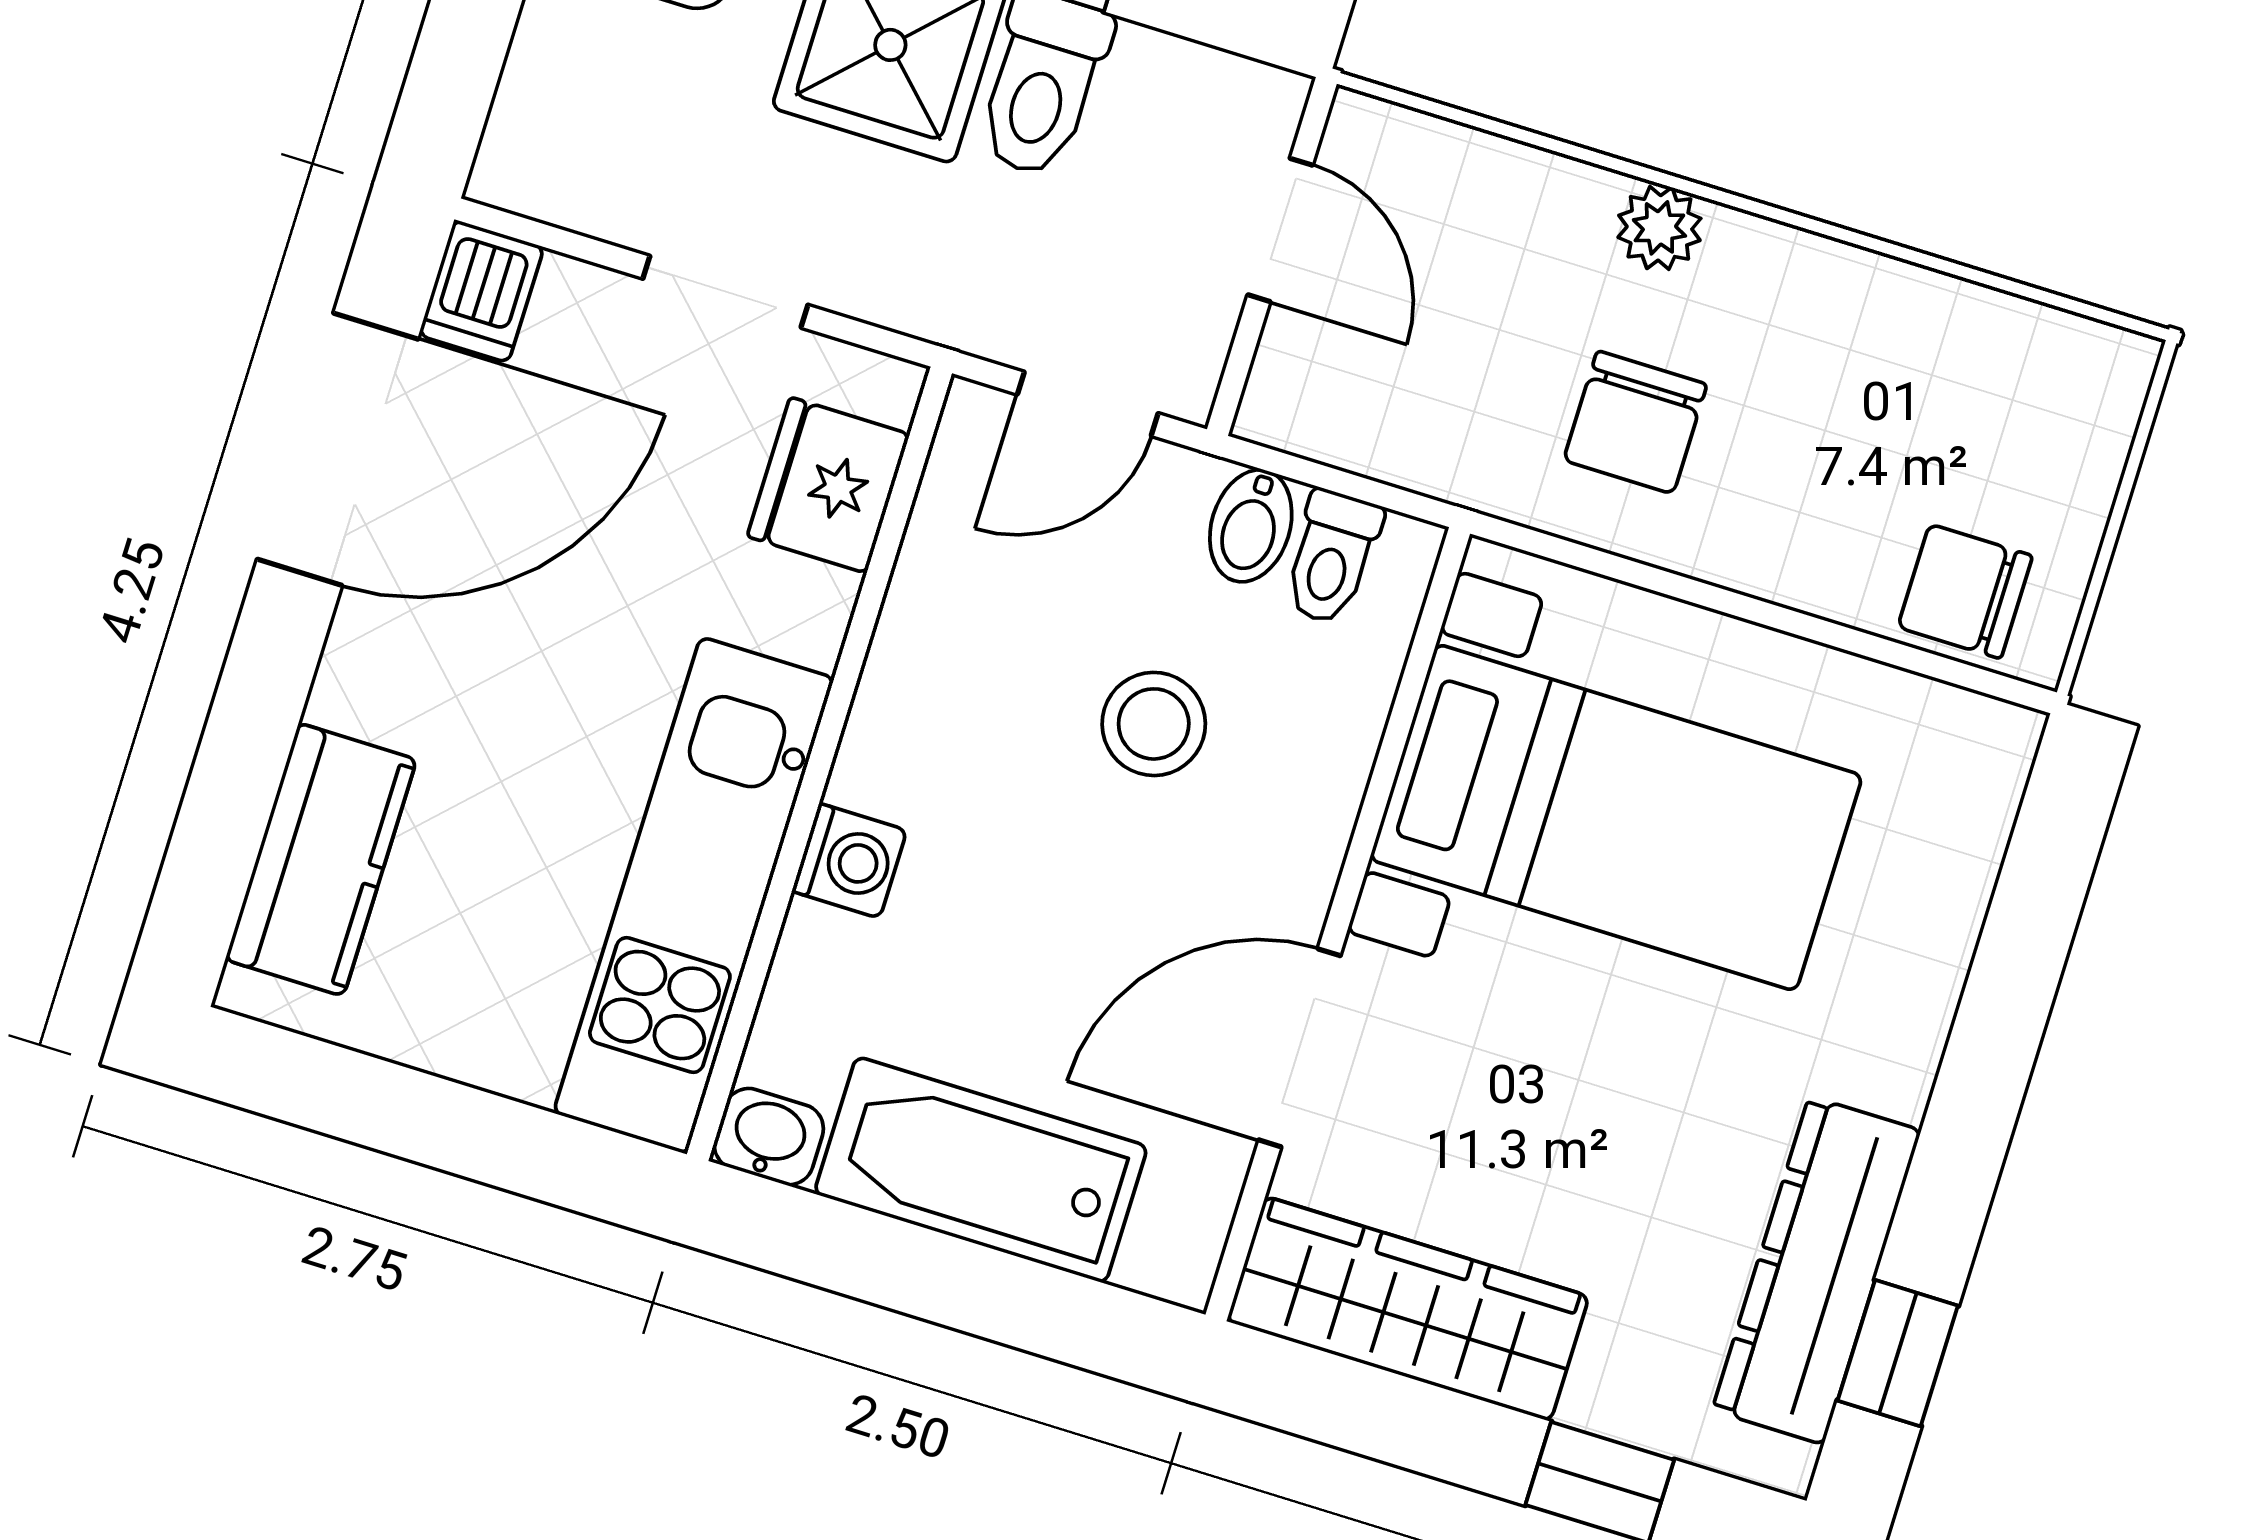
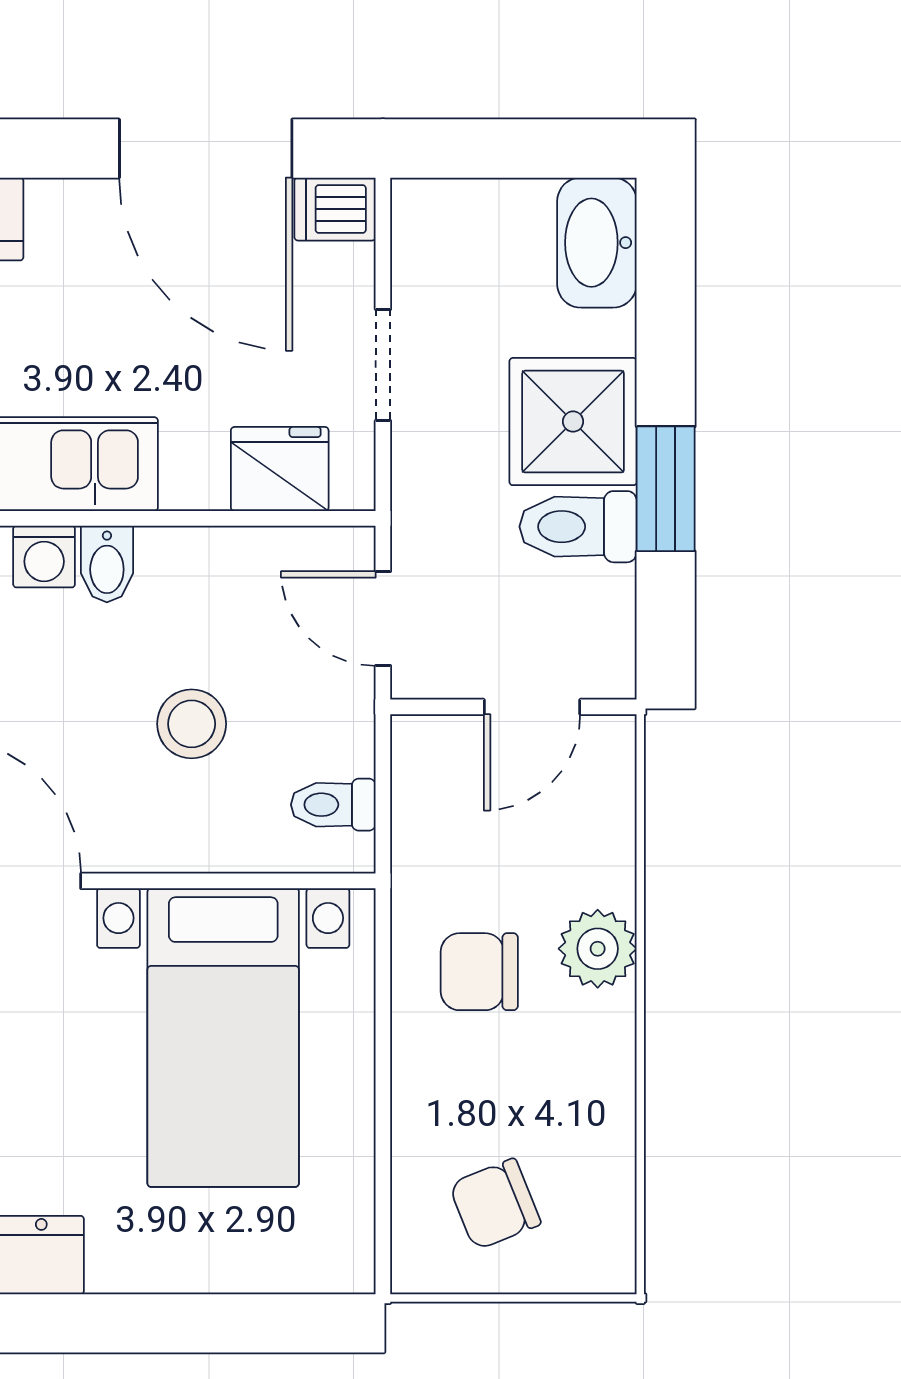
plant: (1659, 228) -> (598, 949), width x1.38, depth x1.38
bidet: (1251, 526) -> (107, 564), moved, turned -90
chair: (1965, 591) -> (495, 1204), moved, turned -112

